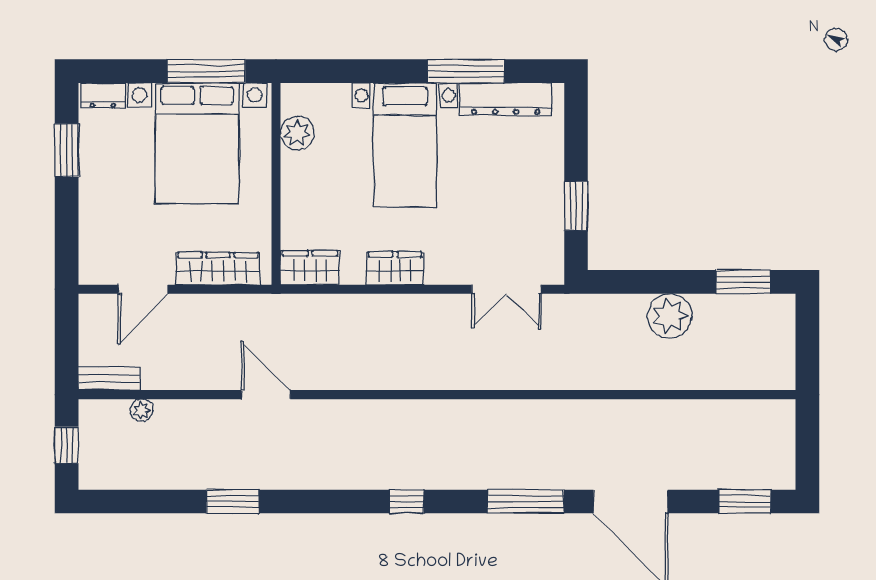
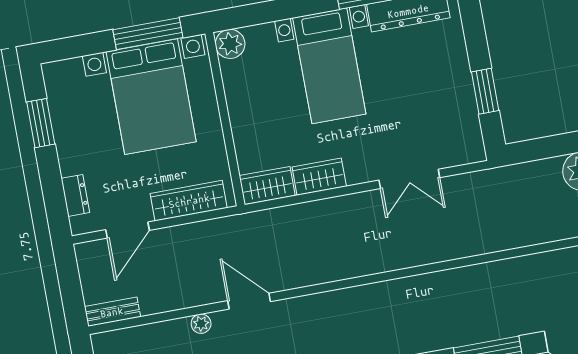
dresser: (103, 95) -> (75, 195), moved, turned -90
plant: (297, 133) -> (230, 44), moved
wardrobe: (395, 268) -> (319, 177), moved
double door: (507, 289) -> (409, 179), moved
plant: (142, 410) -> (201, 324), moved

